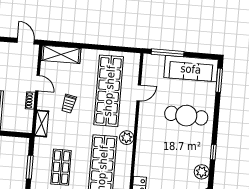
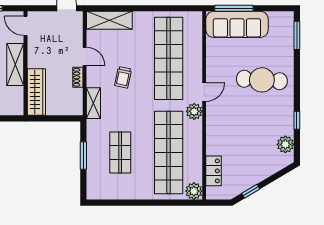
sofa: (191, 69) -> (237, 24), moved
door: (139, 93) -> (204, 92), moved

